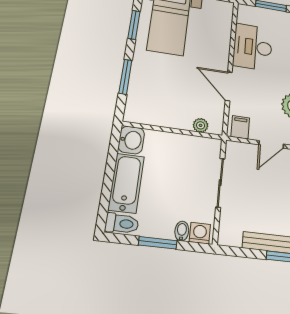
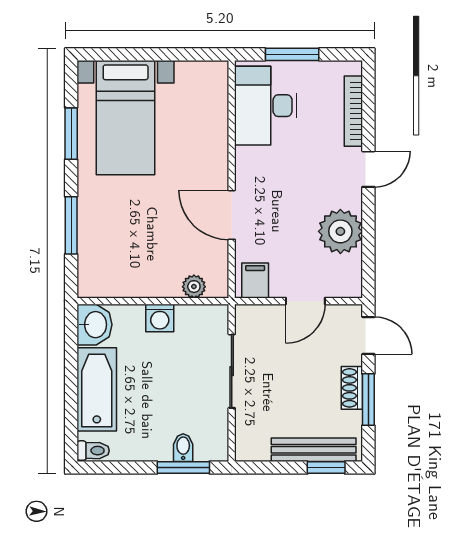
desk: (253, 47) -> (266, 106), moved
toilet: (122, 224) -> (93, 451), width x0.73, depth x0.72
washing machine: (200, 233) -> (160, 318), moved, turned 180
window: (158, 243) -> (183, 468), moved

